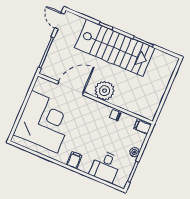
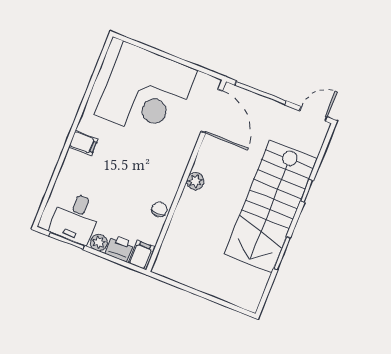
door: (71, 88) -> (212, 111), moved
plant: (105, 91) -> (195, 181), width x0.53, depth x0.53
printer: (138, 140) -> (120, 248), added
desk: (105, 167) -> (76, 218), moved, turned -90

